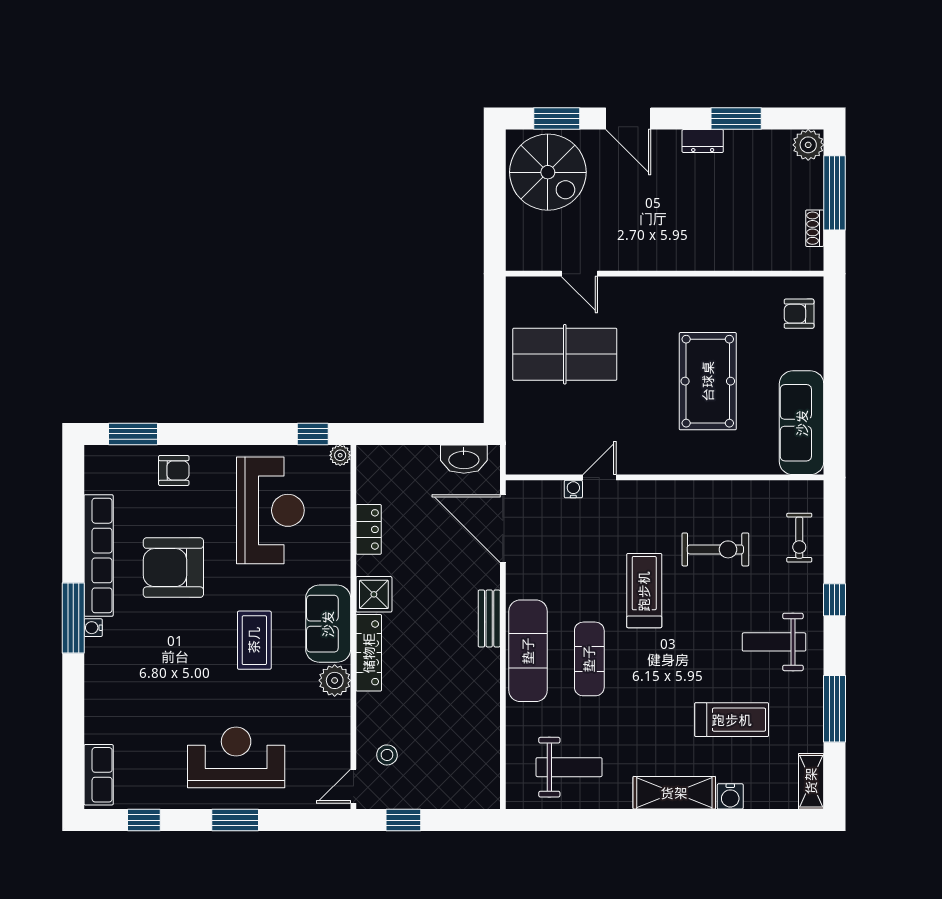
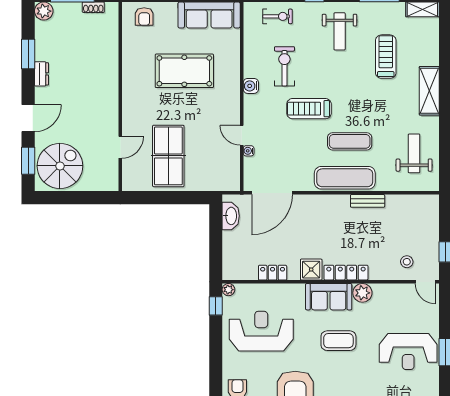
bench: (489, 618) -> (368, 201), moved
reception desk: (236, 757) -> (408, 352), turned -90
water cooler: (730, 796) -> (251, 86), moved, turned 180

